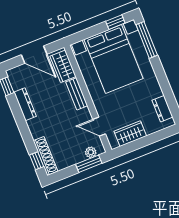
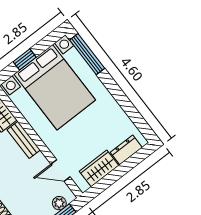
window: (115, 22) -> (25, 59), moved
dresser: (162, 109) -> (126, 150), moved, turned 90

